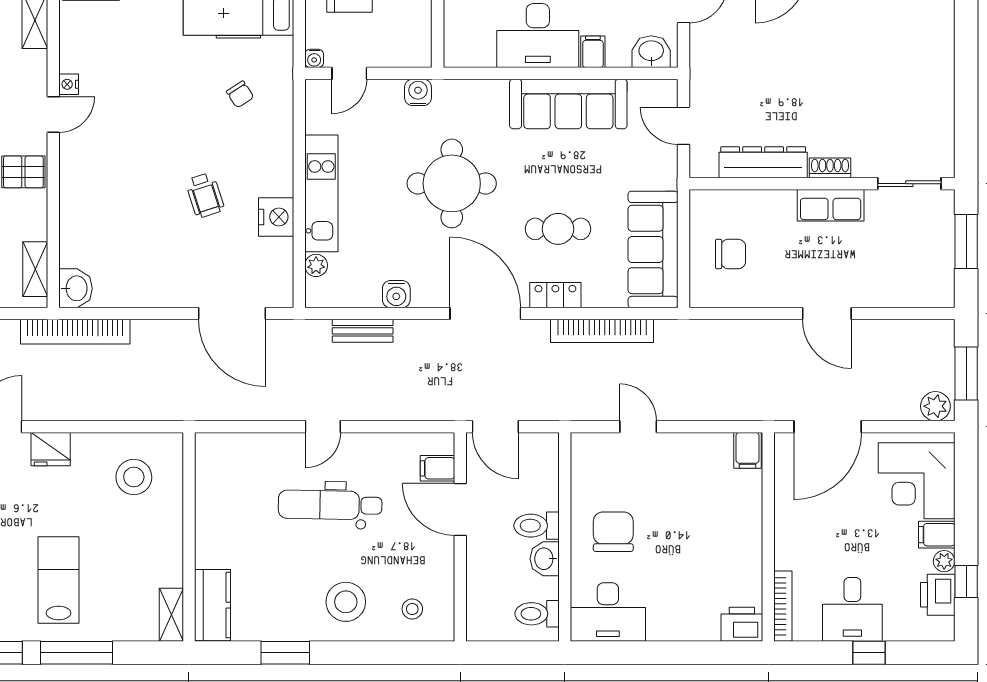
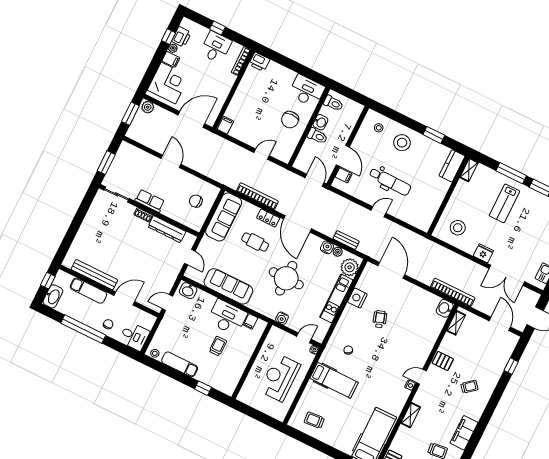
filing cabinet: (593, 52) -> (251, 321), moved
plant: (316, 265) -> (350, 267), width x1.88, depth x1.88
plant: (369, 296) -> (338, 252), added
door: (638, 427) -> (262, 154), swing flipped

